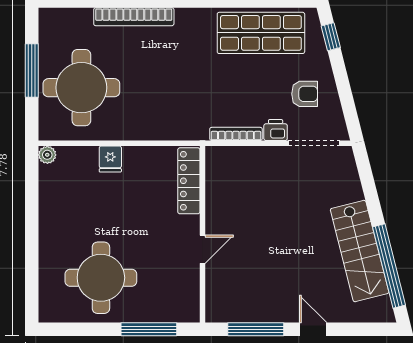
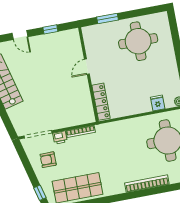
fridge: (110, 159) -> (158, 103), moved
window: (149, 329) -> (107, 19), width x0.69
window: (256, 329) -> (50, 29), width x0.46

